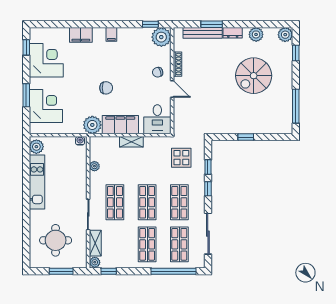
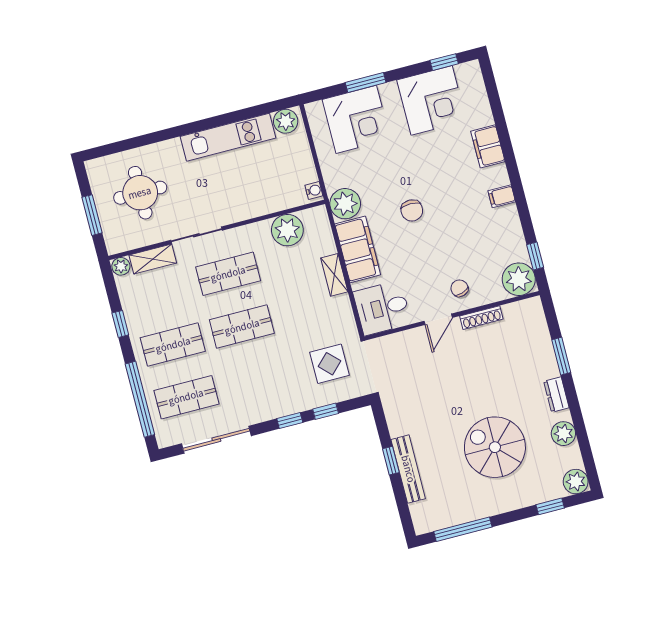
bench: (203, 33) -> (408, 469), moved
plant: (94, 166) -> (287, 230), width x1.88, depth x1.88
shop shelf: (179, 202) -> (256, 379), removed
window: (109, 271) -> (120, 324), moved

